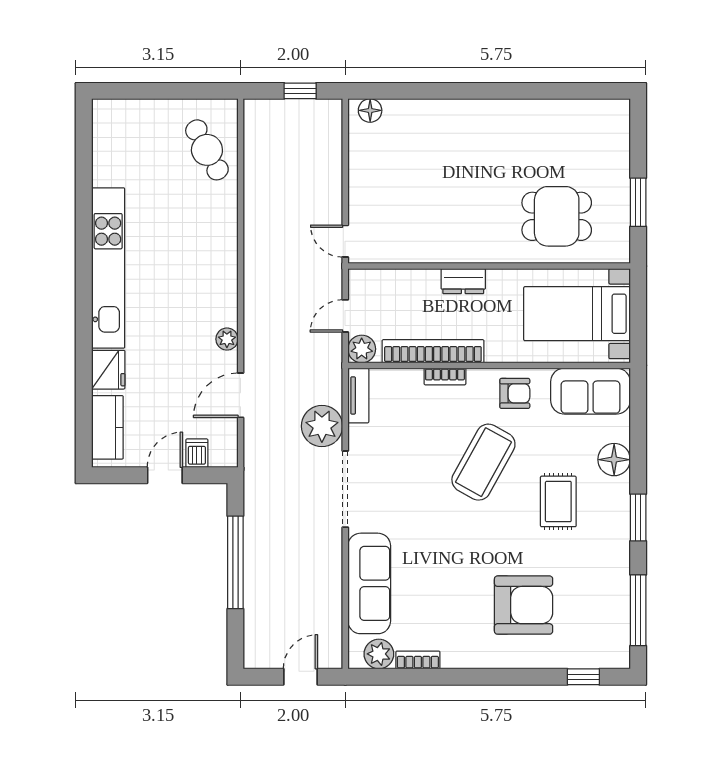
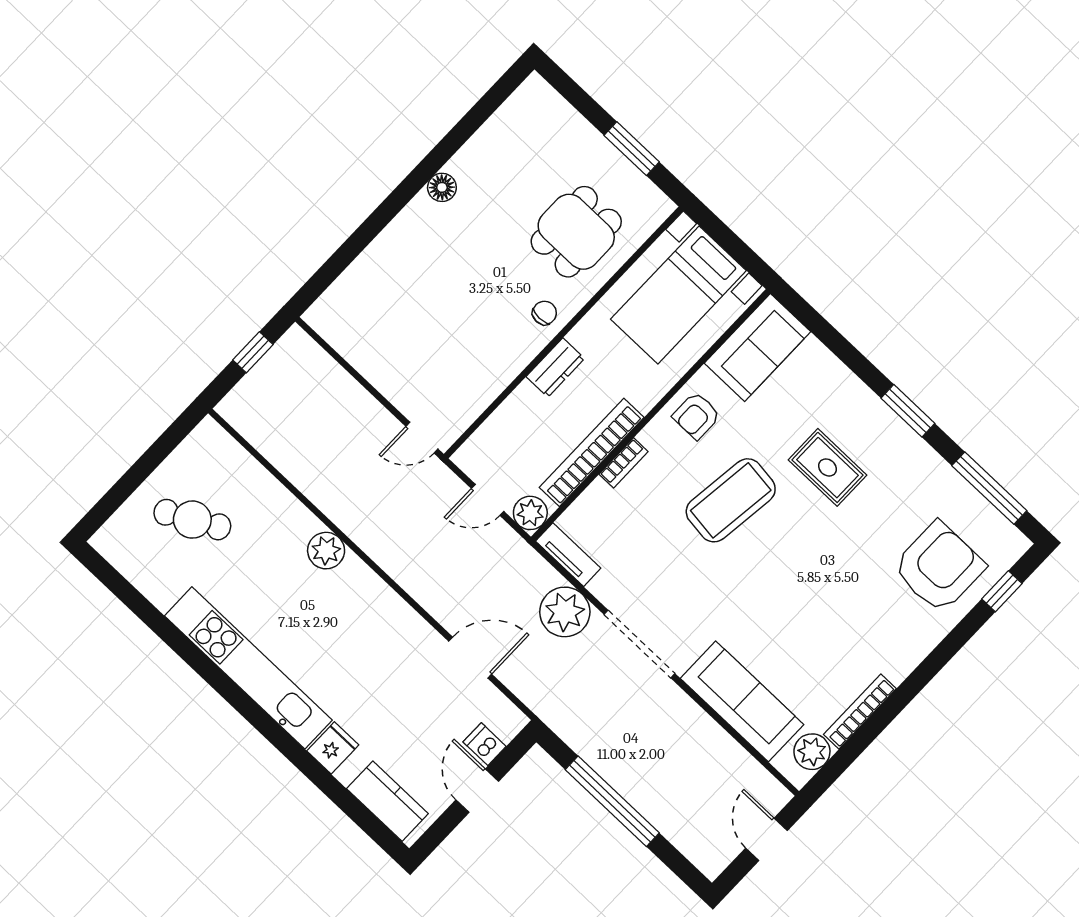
floor lamp: (370, 110) -> (442, 187), moved
cafe table: (207, 150) -> (192, 520), moved
chair: (490, 244) -> (544, 313), added
door: (345, 316) -> (488, 500), hinge flipped
plant: (227, 339) -> (326, 551), moved, width x1.38, depth x1.38
fridge: (108, 370) -> (333, 748), width x0.72
armchair: (515, 393) -> (697, 416), turned 180
door: (241, 395) -> (470, 658), swing flipped
floor lamp: (614, 460) -> (837, 384), removed
coffee table: (483, 462) -> (731, 500), turned 68
armchair: (524, 605) -> (939, 567), moved
bookcase: (418, 660) -> (860, 712), width x1.56

